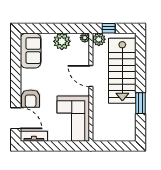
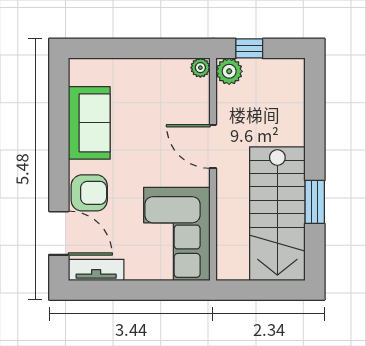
plant: (62, 41) -> (153, 75), removed
sofa: (31, 51) -> (89, 123), moved
stairs: (122, 71) -> (277, 214), moved
armchair: (31, 99) -> (89, 193), turned -90

